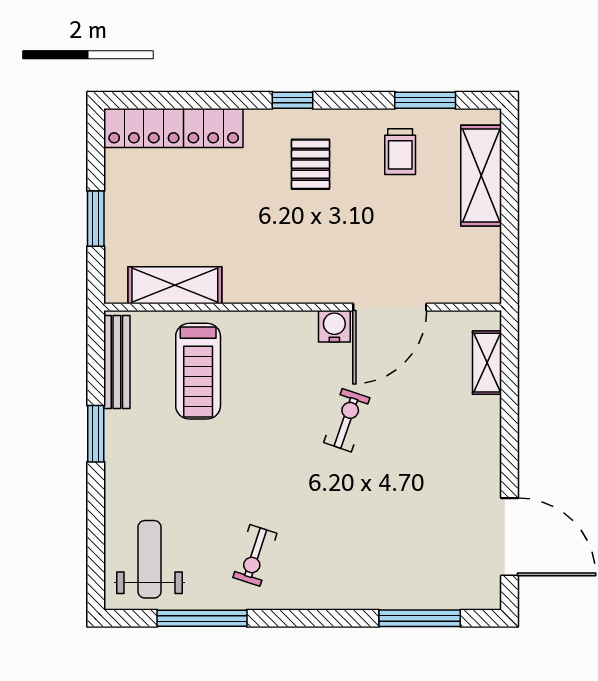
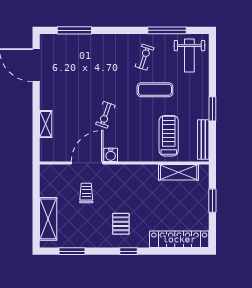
trolley: (400, 152) -> (86, 193), moved
shelving: (487, 363) -> (46, 124), moved
exercise mat: (230, 479) -> (155, 90), added

